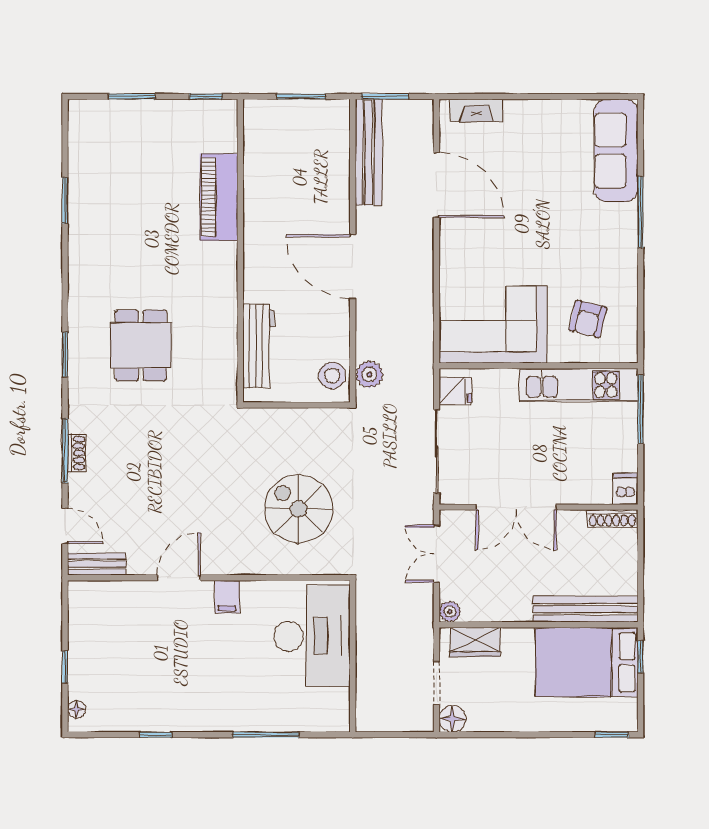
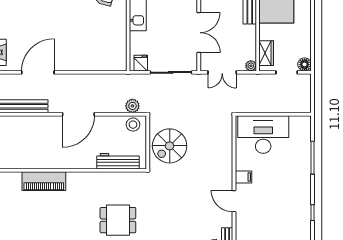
corner sofa: (493, 325) -> (108, 44), removed
spiral stairs: (298, 509) -> (170, 146), moved

